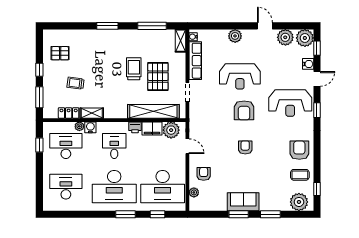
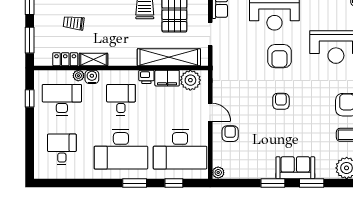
door: (187, 146) -> (210, 112), moved
desk: (66, 187) -> (62, 149), width x0.73
plant: (194, 192) -> (218, 173), moved
sofa: (243, 202) -> (295, 168), moved

